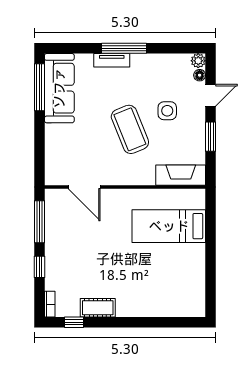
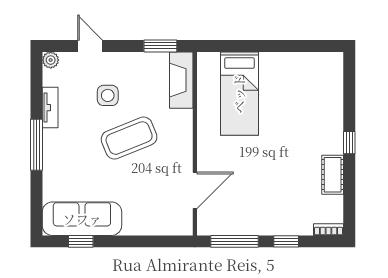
tv unit: (112, 60) -> (50, 108), moved
floor lamp: (200, 75) -> (67, 58), removed
window: (39, 87) -> (81, 241), width x0.46
window: (211, 137) -> (160, 46), moved
window: (74, 322) -> (349, 143), moved

